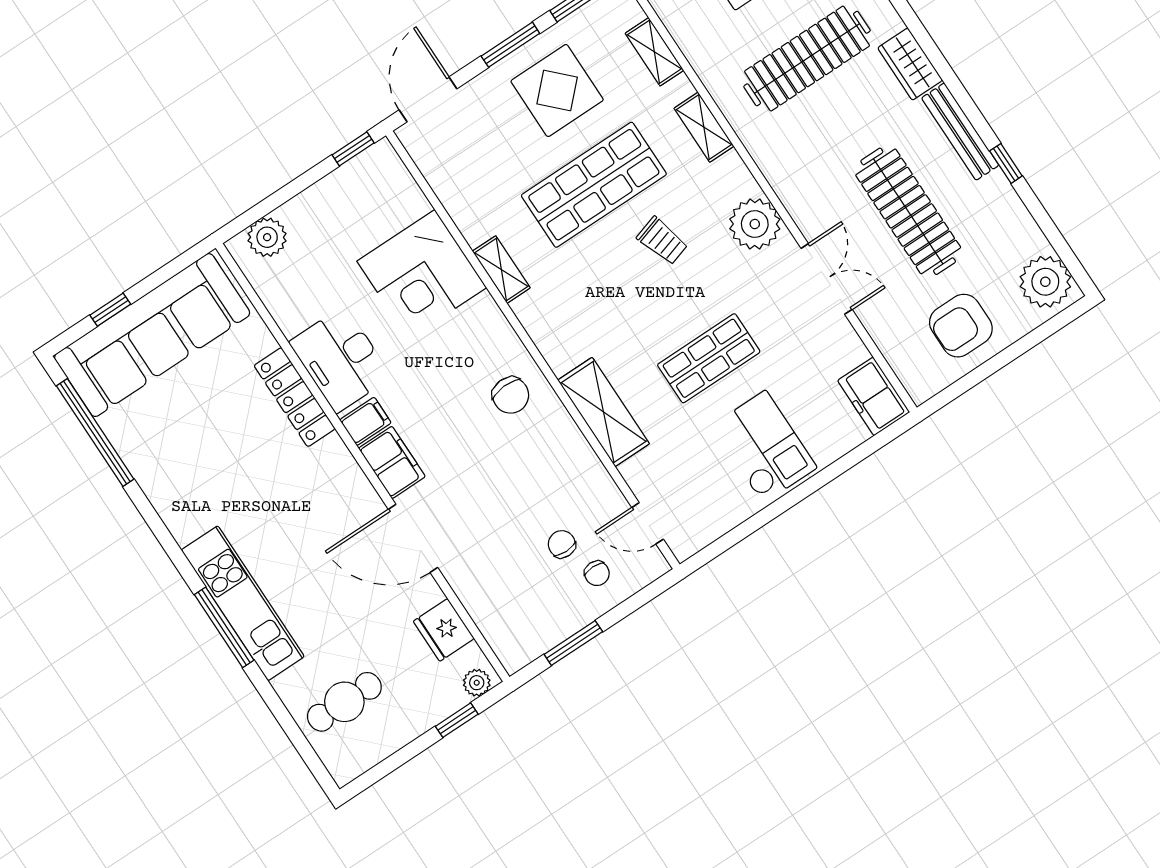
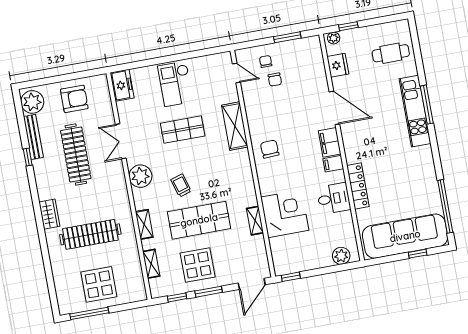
bench: (960, 132) -> (33, 137), moved
shelving: (501, 270) -> (255, 221), moved
desk: (340, 359) -> (334, 198), width x0.73

